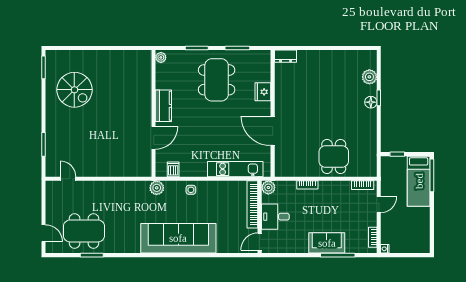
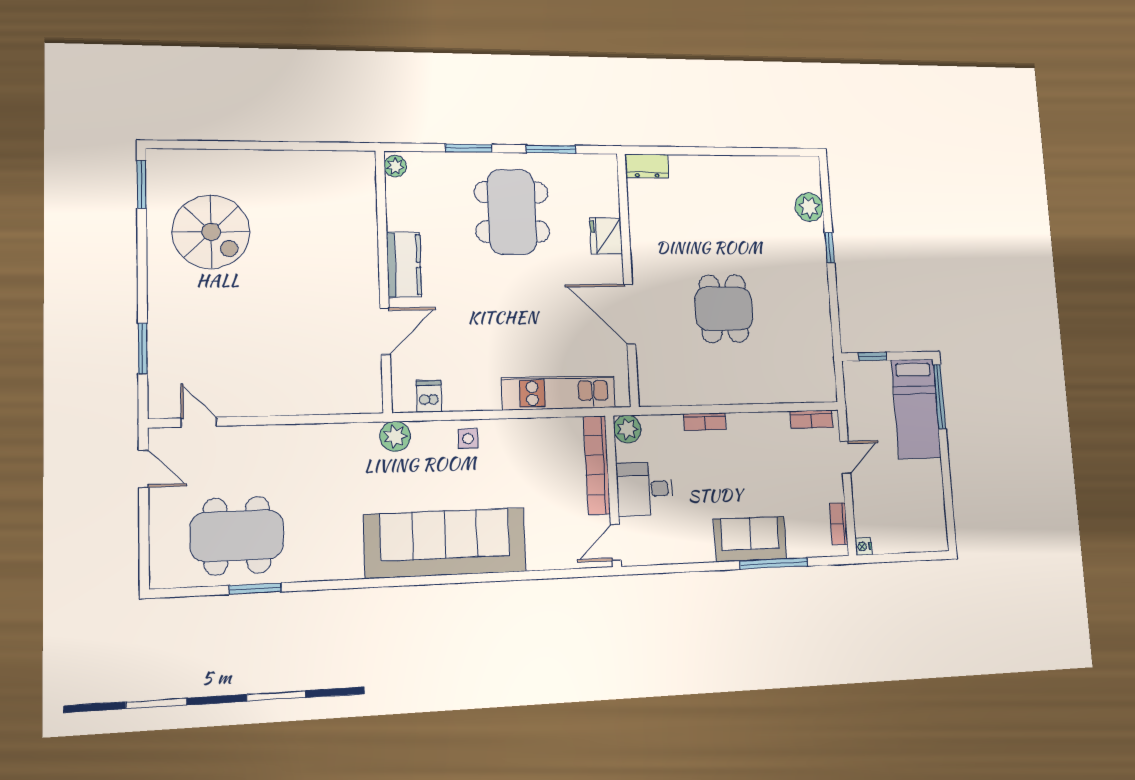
floor lamp: (371, 102) -> (815, 256), removed
dining table: (334, 157) -> (724, 309), moved
door: (44, 233) -> (143, 469), moved

